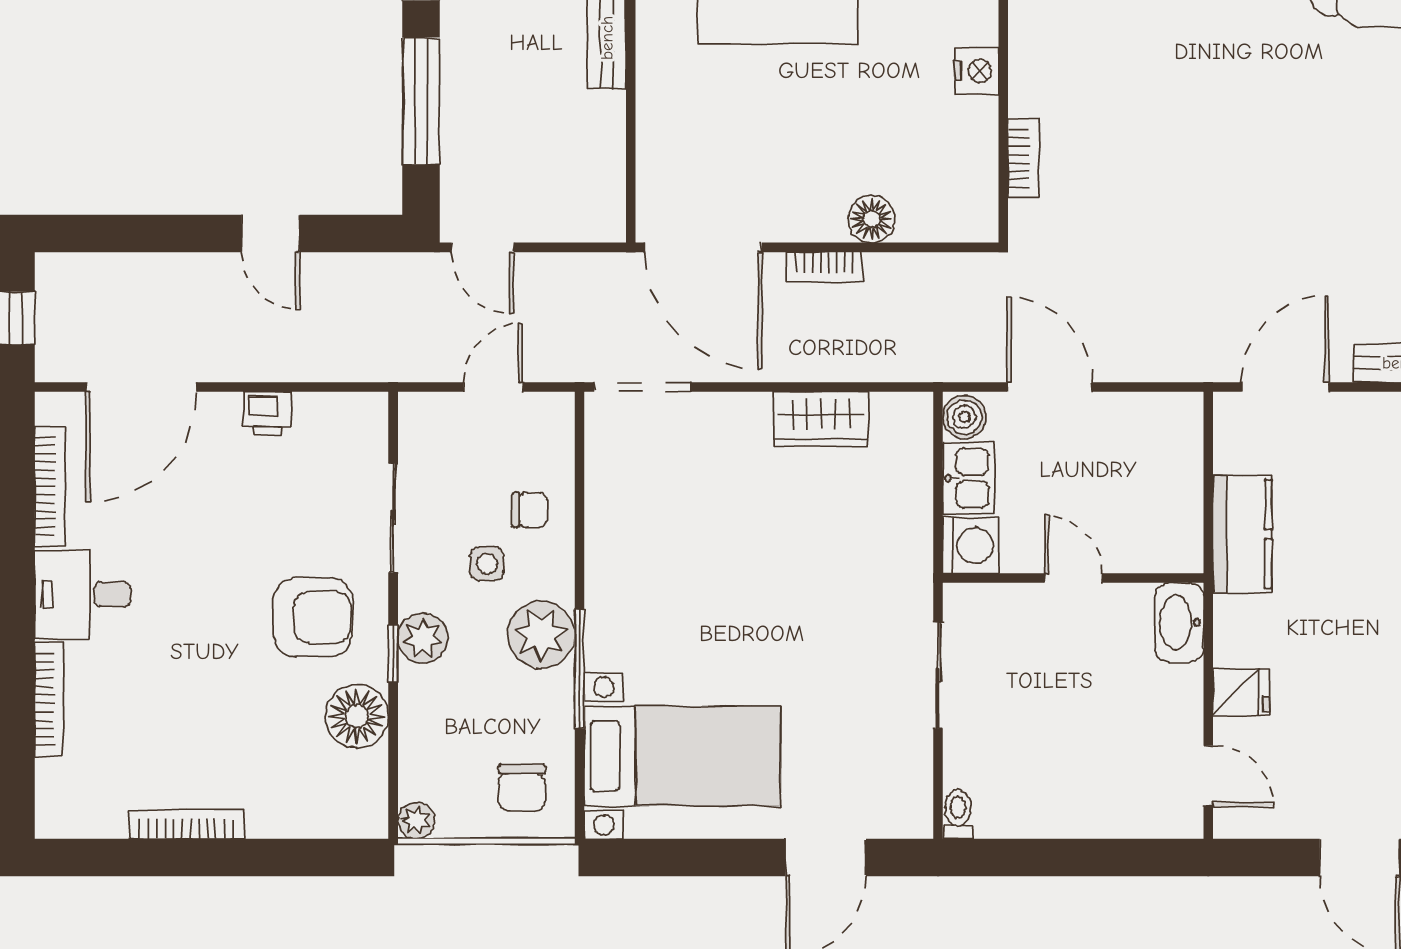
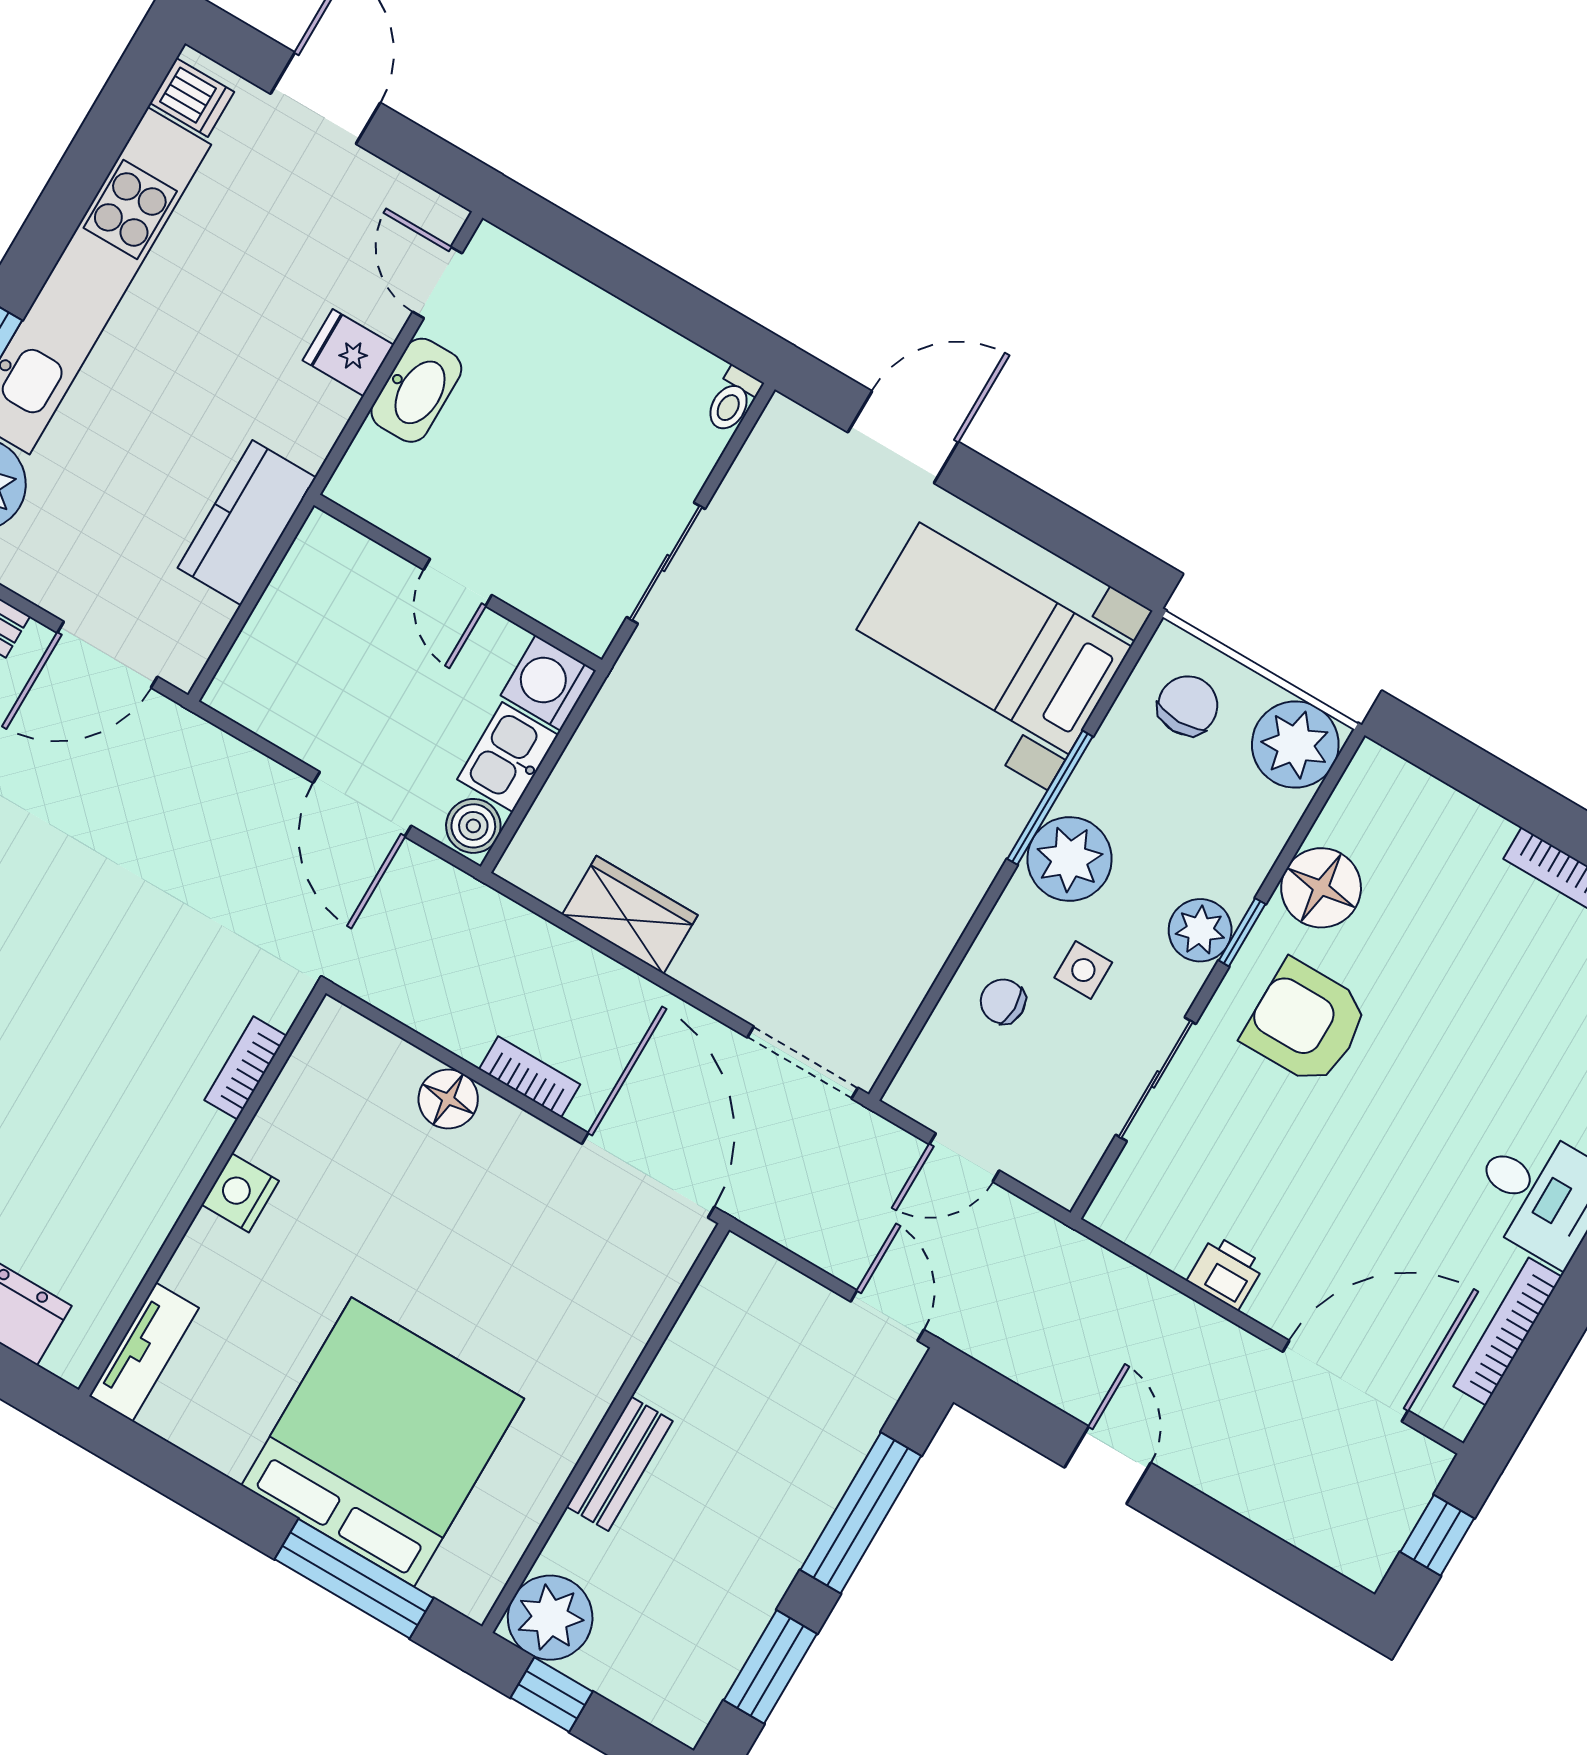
washbasin: (1179, 622) -> (416, 390), moved
plant: (416, 820) -> (1295, 744), width x1.87, depth x1.87

